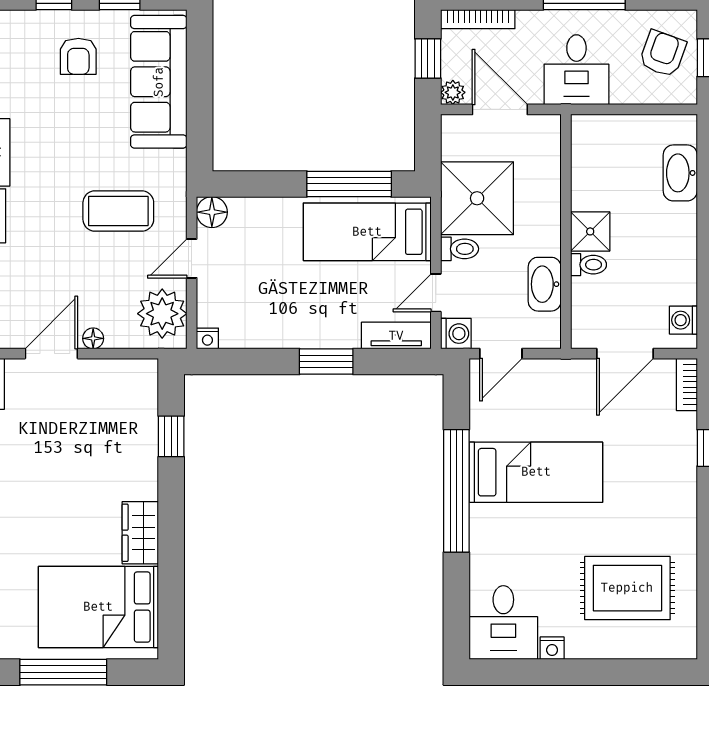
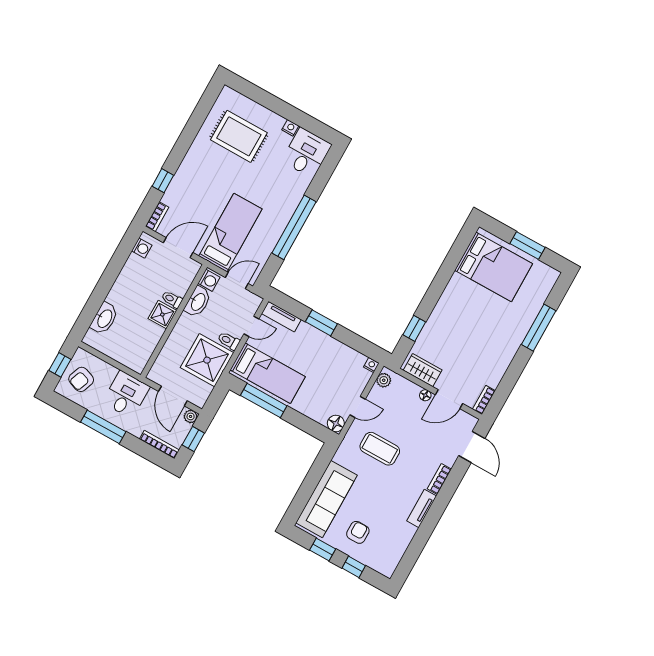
plant: (162, 314) -> (384, 380), width x0.53, depth x0.53
washing machine: (456, 334) -> (209, 280), moved, turned 180
bed: (536, 472) -> (230, 233), moved, turned 90
wardrobe: (140, 533) -> (423, 370), moved, turned -90
window: (63, 672) -> (527, 245), width x0.69

